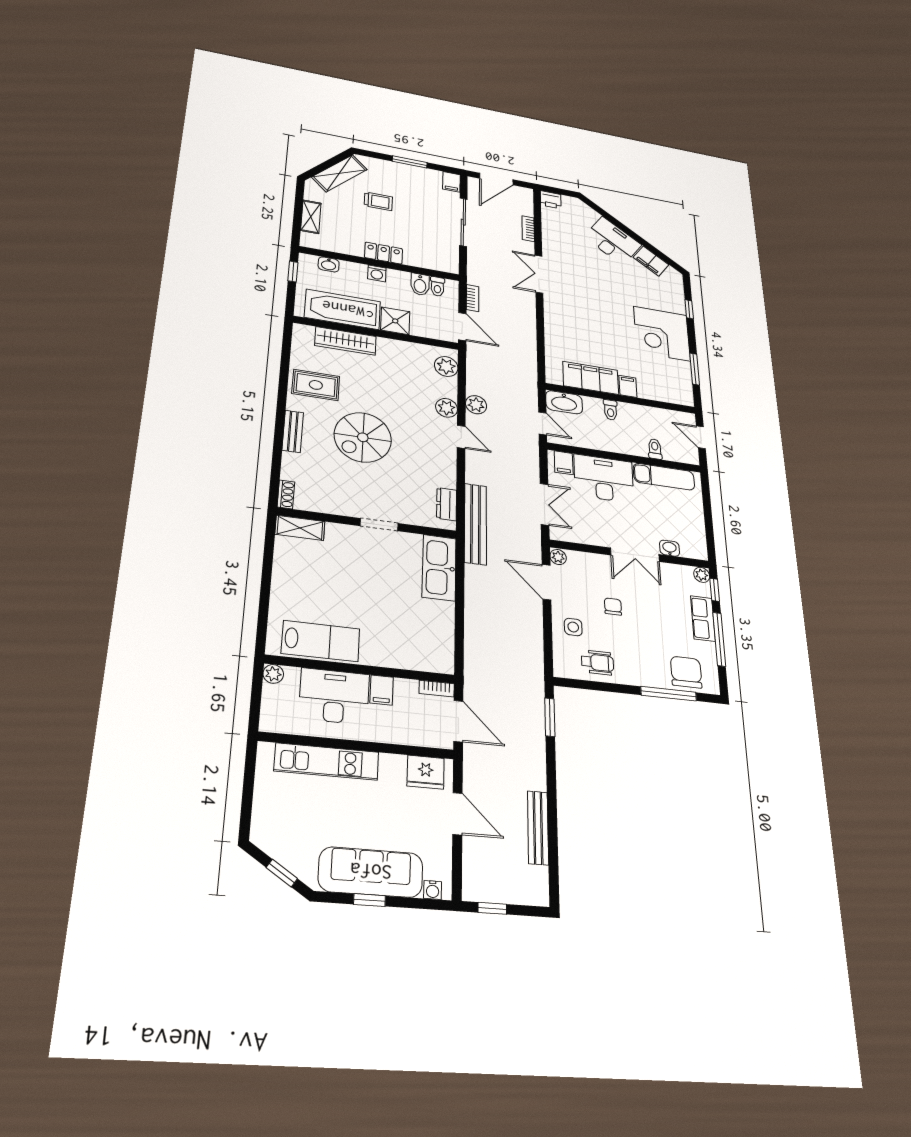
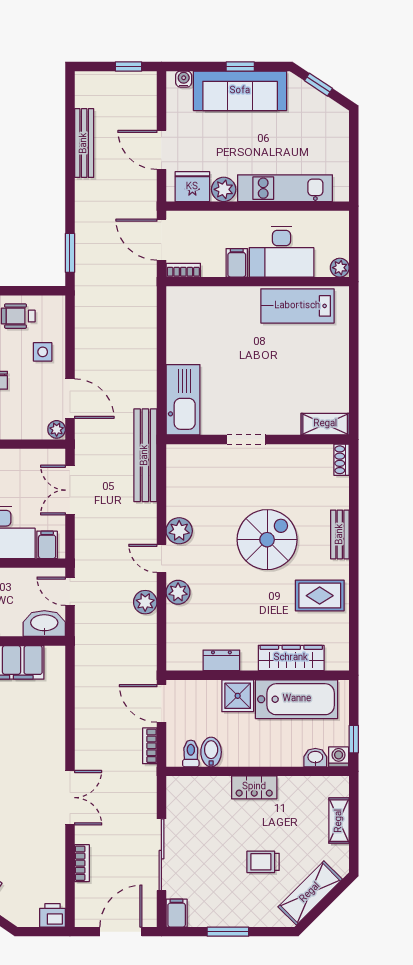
washing machine: (377, 273) -> (339, 757), moved
plant: (446, 366) -> (179, 531), moved
dresser: (447, 504) -> (221, 660), moved, turned -90
plant: (393, 766) -> (224, 189), added

